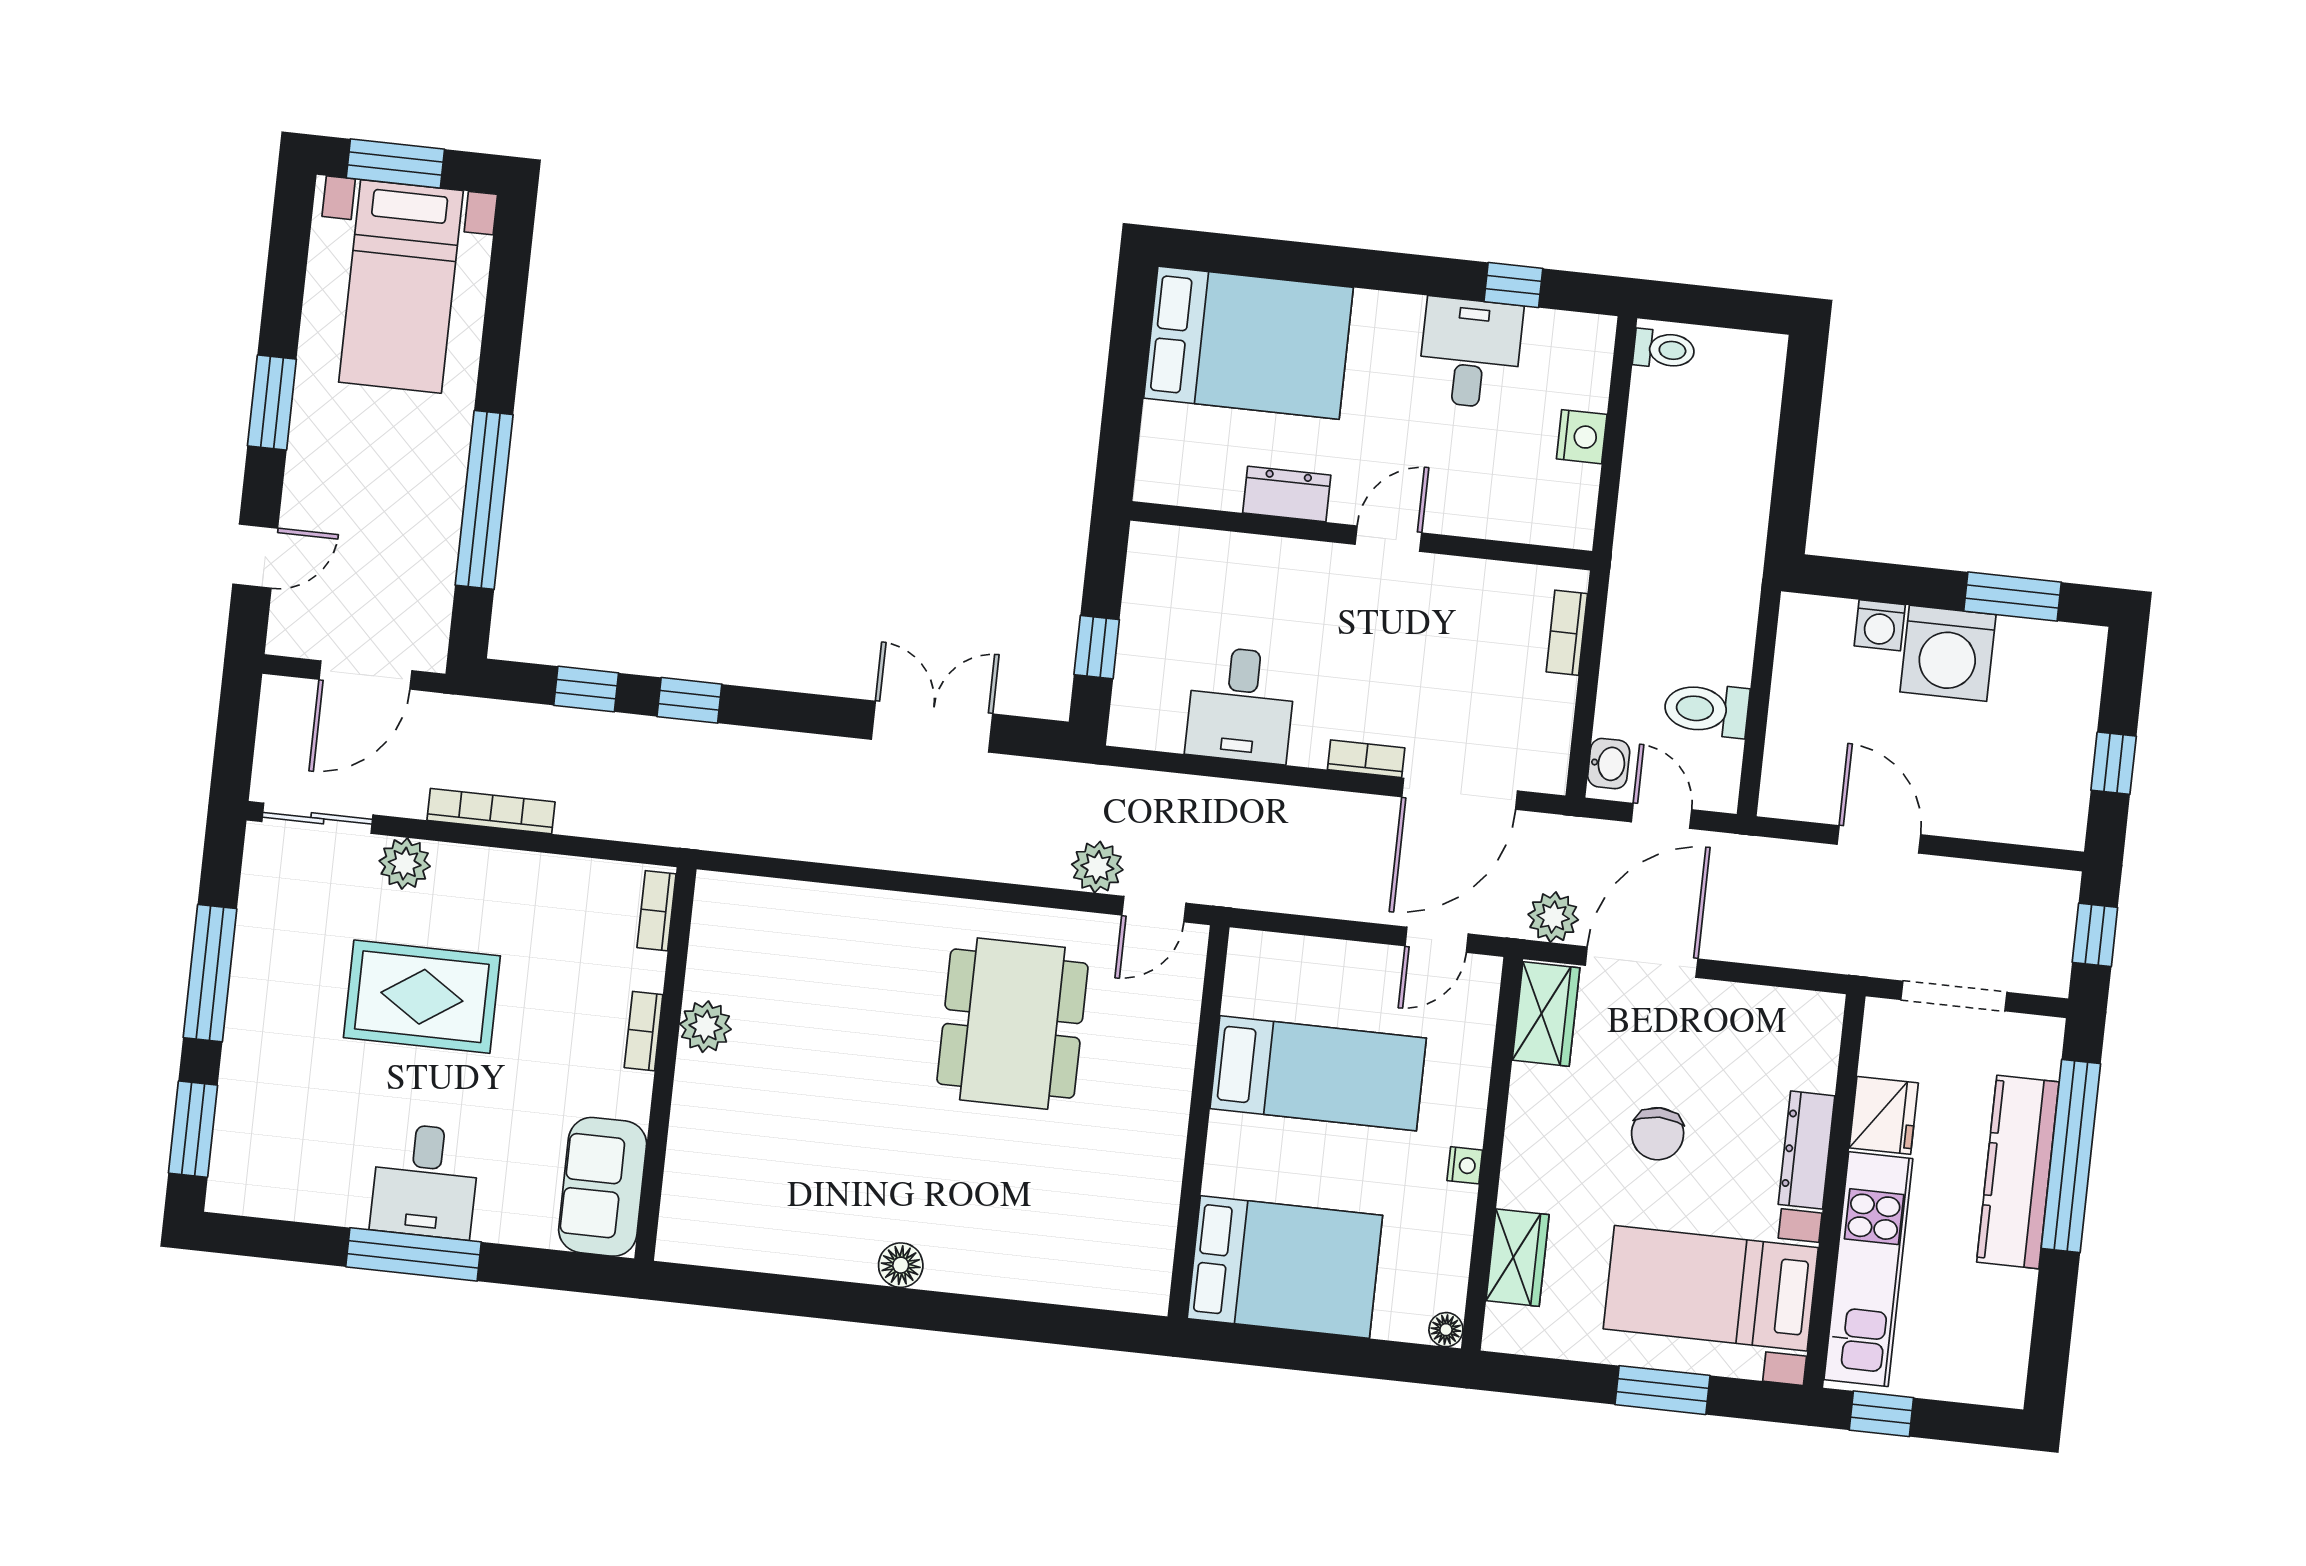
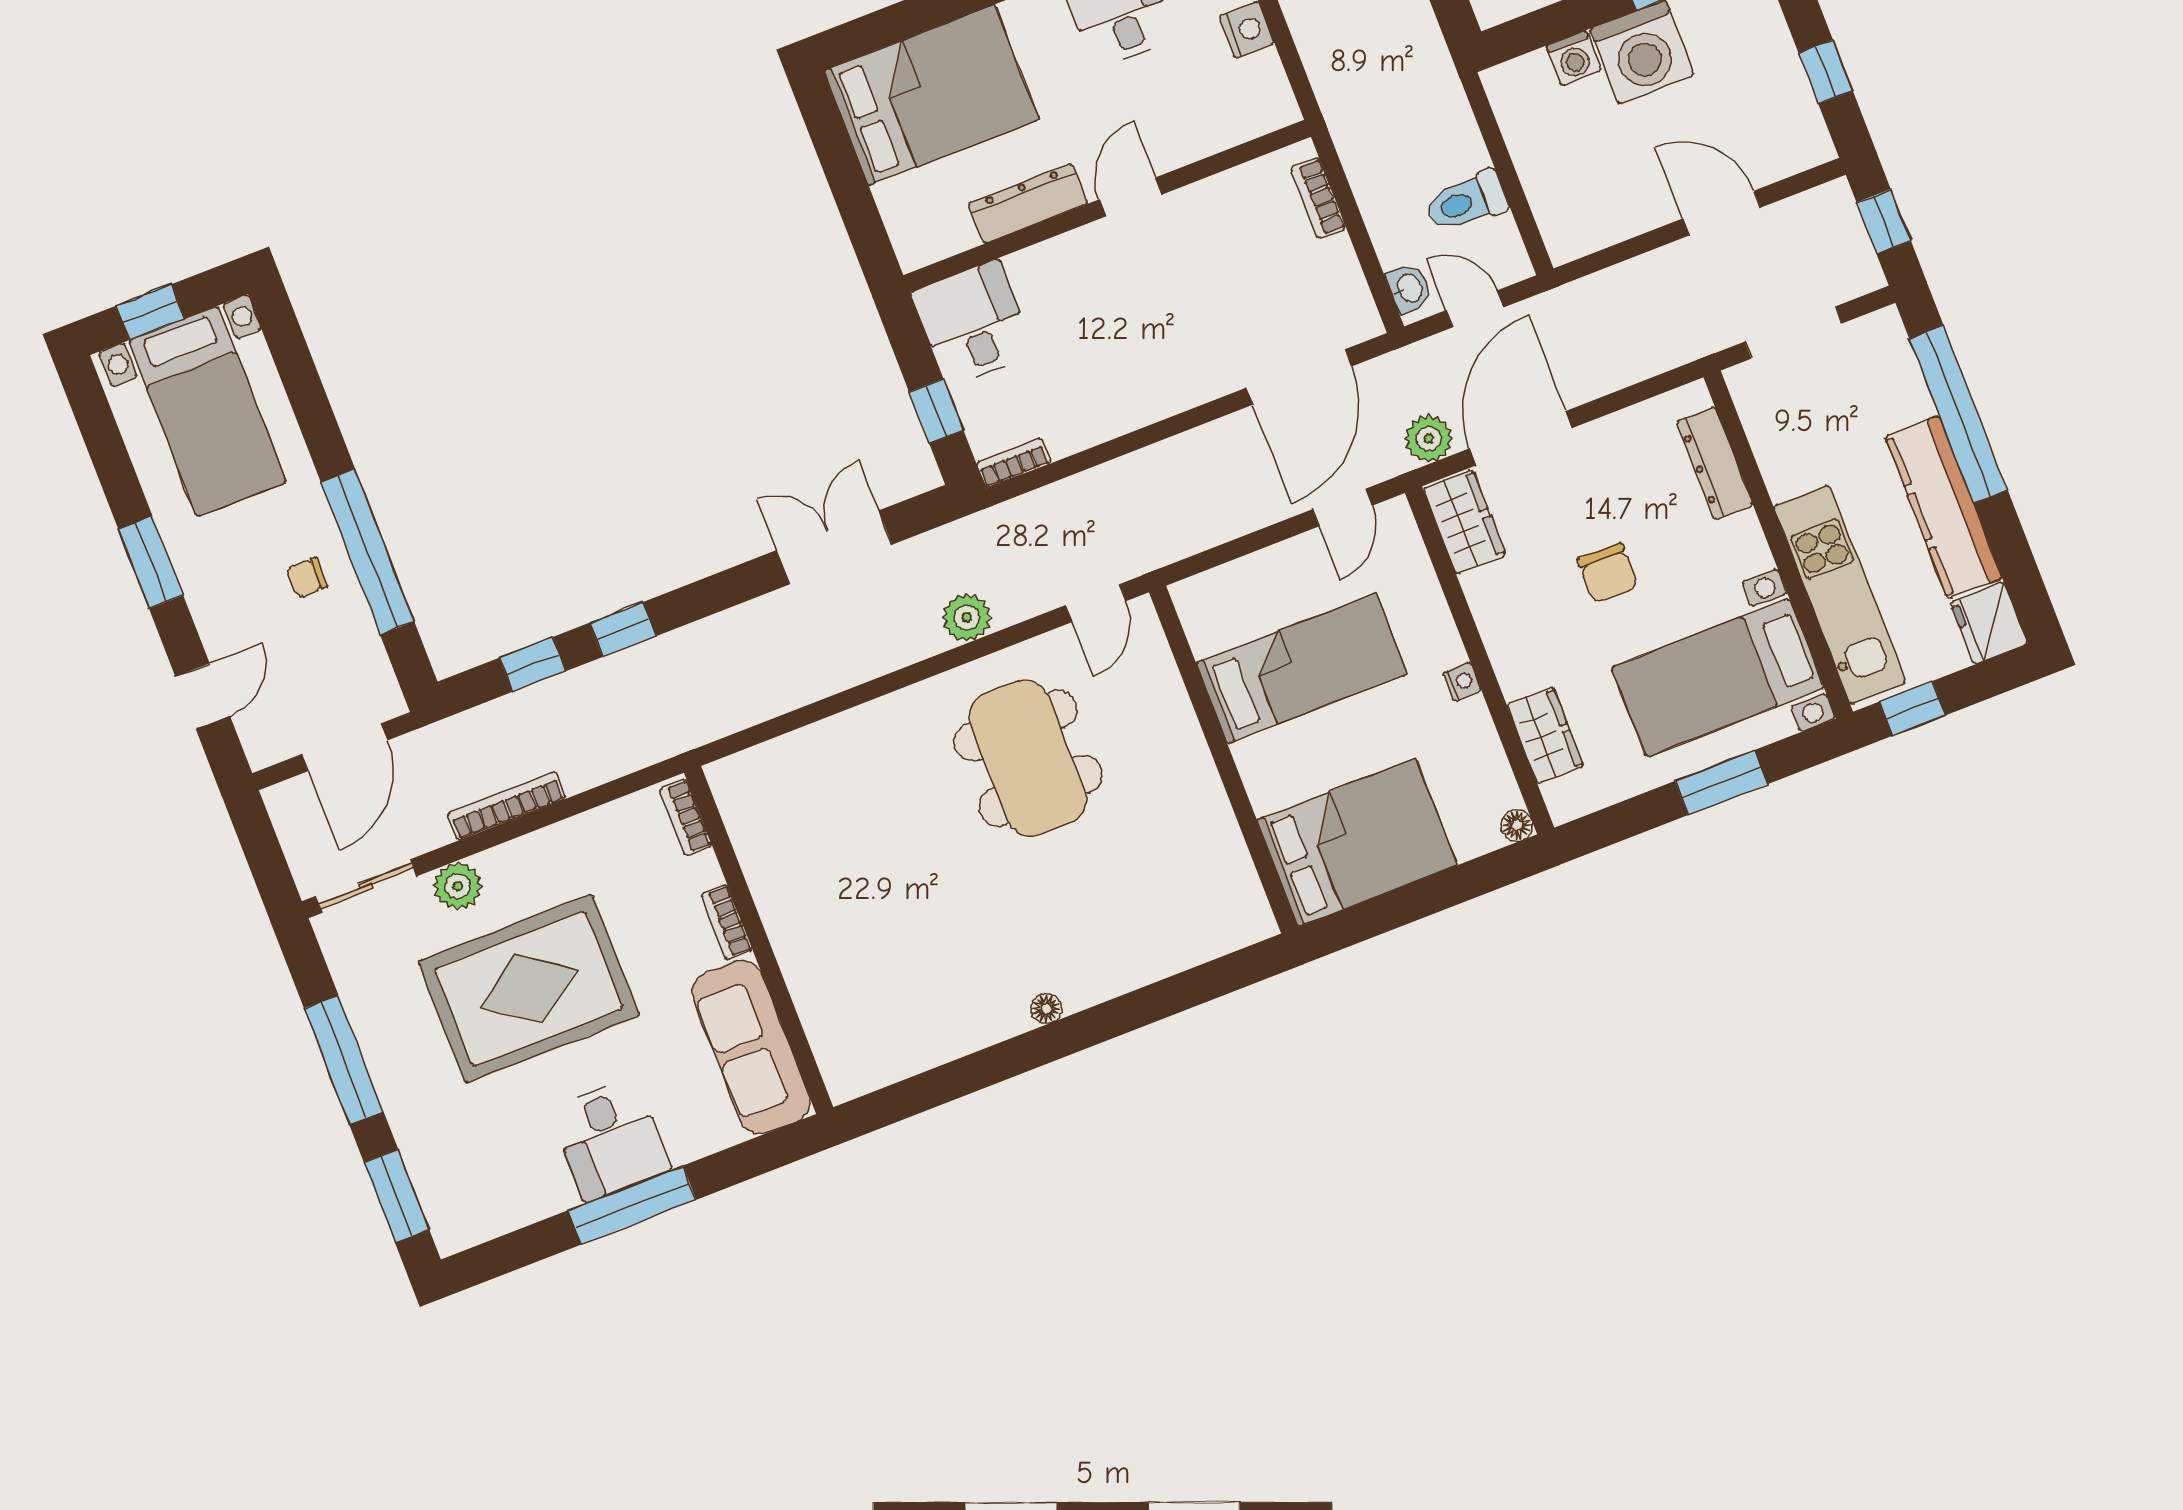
window: (395, 164) -> (150, 312), width x0.67
chair: (413, 494) -> (307, 577), added
dresser: (1287, 494) -> (1028, 204), width x1.44
desk: (1241, 705) -> (973, 323), moved, turned 180
bookcase: (1366, 759) -> (1013, 463), moved
door: (1879, 839) -> (1722, 213), moved
plant: (1097, 867) -> (967, 618), moved
rug: (422, 997) -> (529, 989), width x1.37, depth x1.44
plant: (705, 1027) -> (776, 892), removed
fridge: (1884, 1115) -> (1989, 623), moved, turned 180
dresser: (1807, 1150) -> (1715, 463), moved
kitchen counter: (2018, 1172) -> (1944, 507), moved
sofa: (603, 1187) -> (751, 1047), width x1.36
floor lamp: (901, 1265) -> (1046, 1009), width x0.73, depth x0.73

